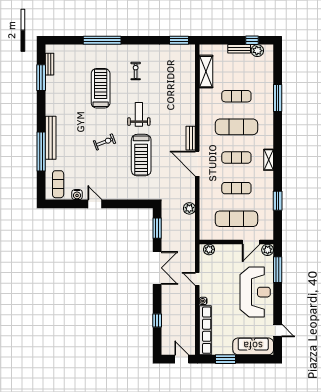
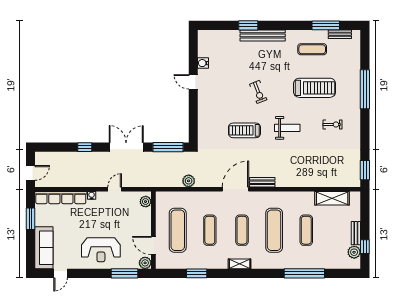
window: (278, 98) -> (304, 273), width x1.46
window: (41, 151) -> (248, 25), width x0.47
treadmill: (141, 155) -> (244, 130), width x0.73, depth x0.73
exercise mat: (58, 184) -> (312, 49), moved
door: (95, 204) -> (193, 82), swing flipped
window: (157, 228) -> (168, 147), width x1.44
double door: (157, 268) -> (126, 147), swing flipped
reception desk: (255, 292) -> (101, 250), width x0.74, depth x0.77
window: (157, 321) -> (85, 147), moved

